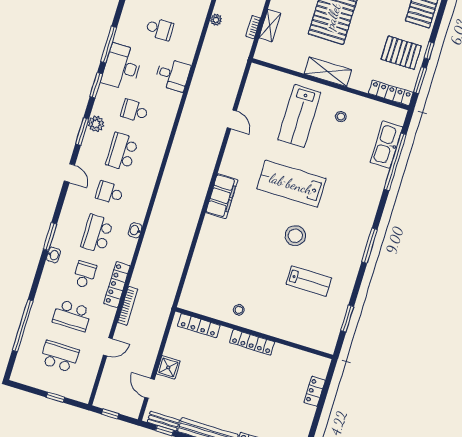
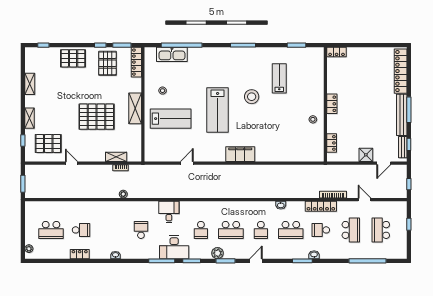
locker: (199, 326) -> (332, 143), width x0.66
locker: (252, 342) -> (332, 104), width x0.66
locker: (315, 391) -> (337, 52), moved

